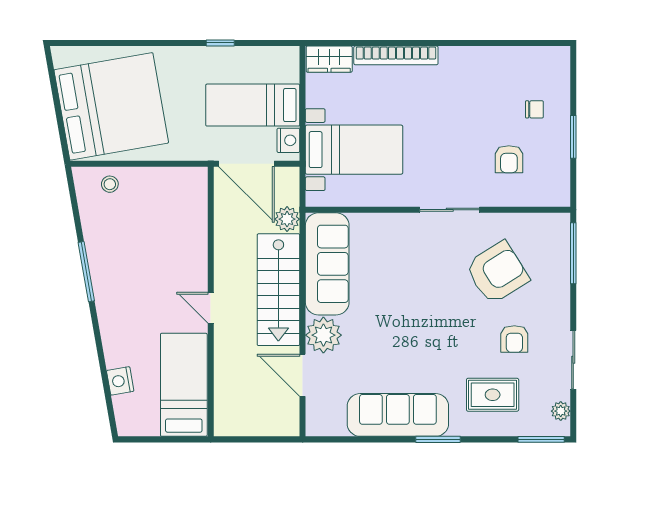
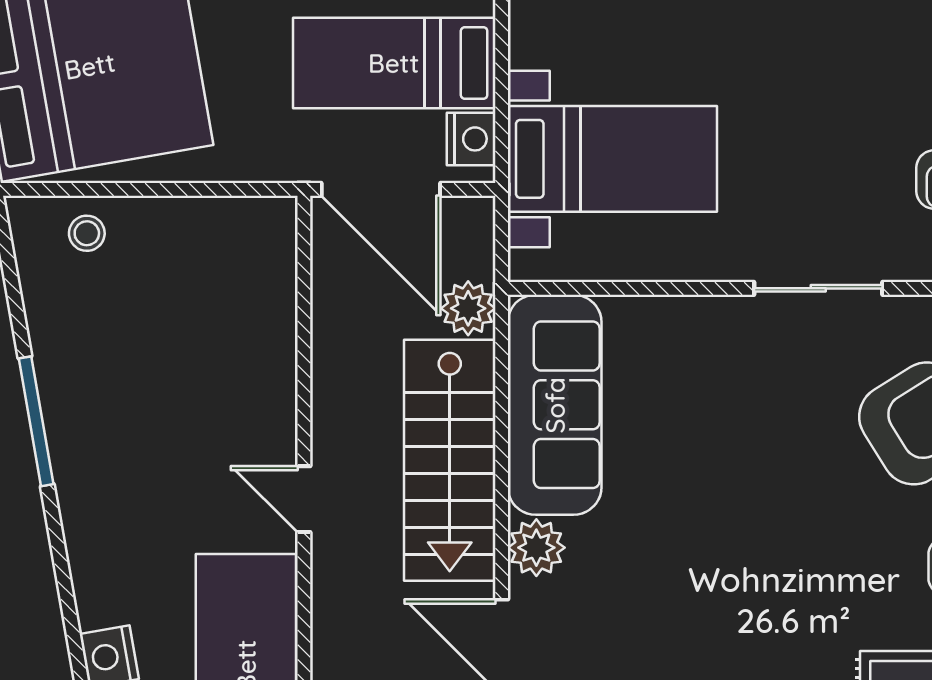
plant: (323, 335) -> (536, 548), width x0.73, depth x0.73

